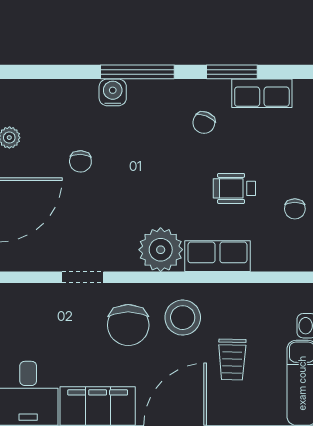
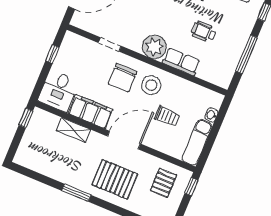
chair: (295, 209) -> (229, 54), removed
trolley: (232, 360) -> (167, 116), turned -91

